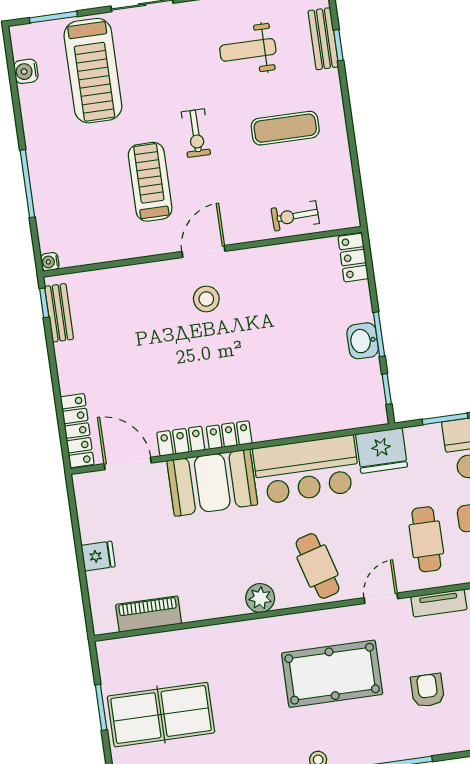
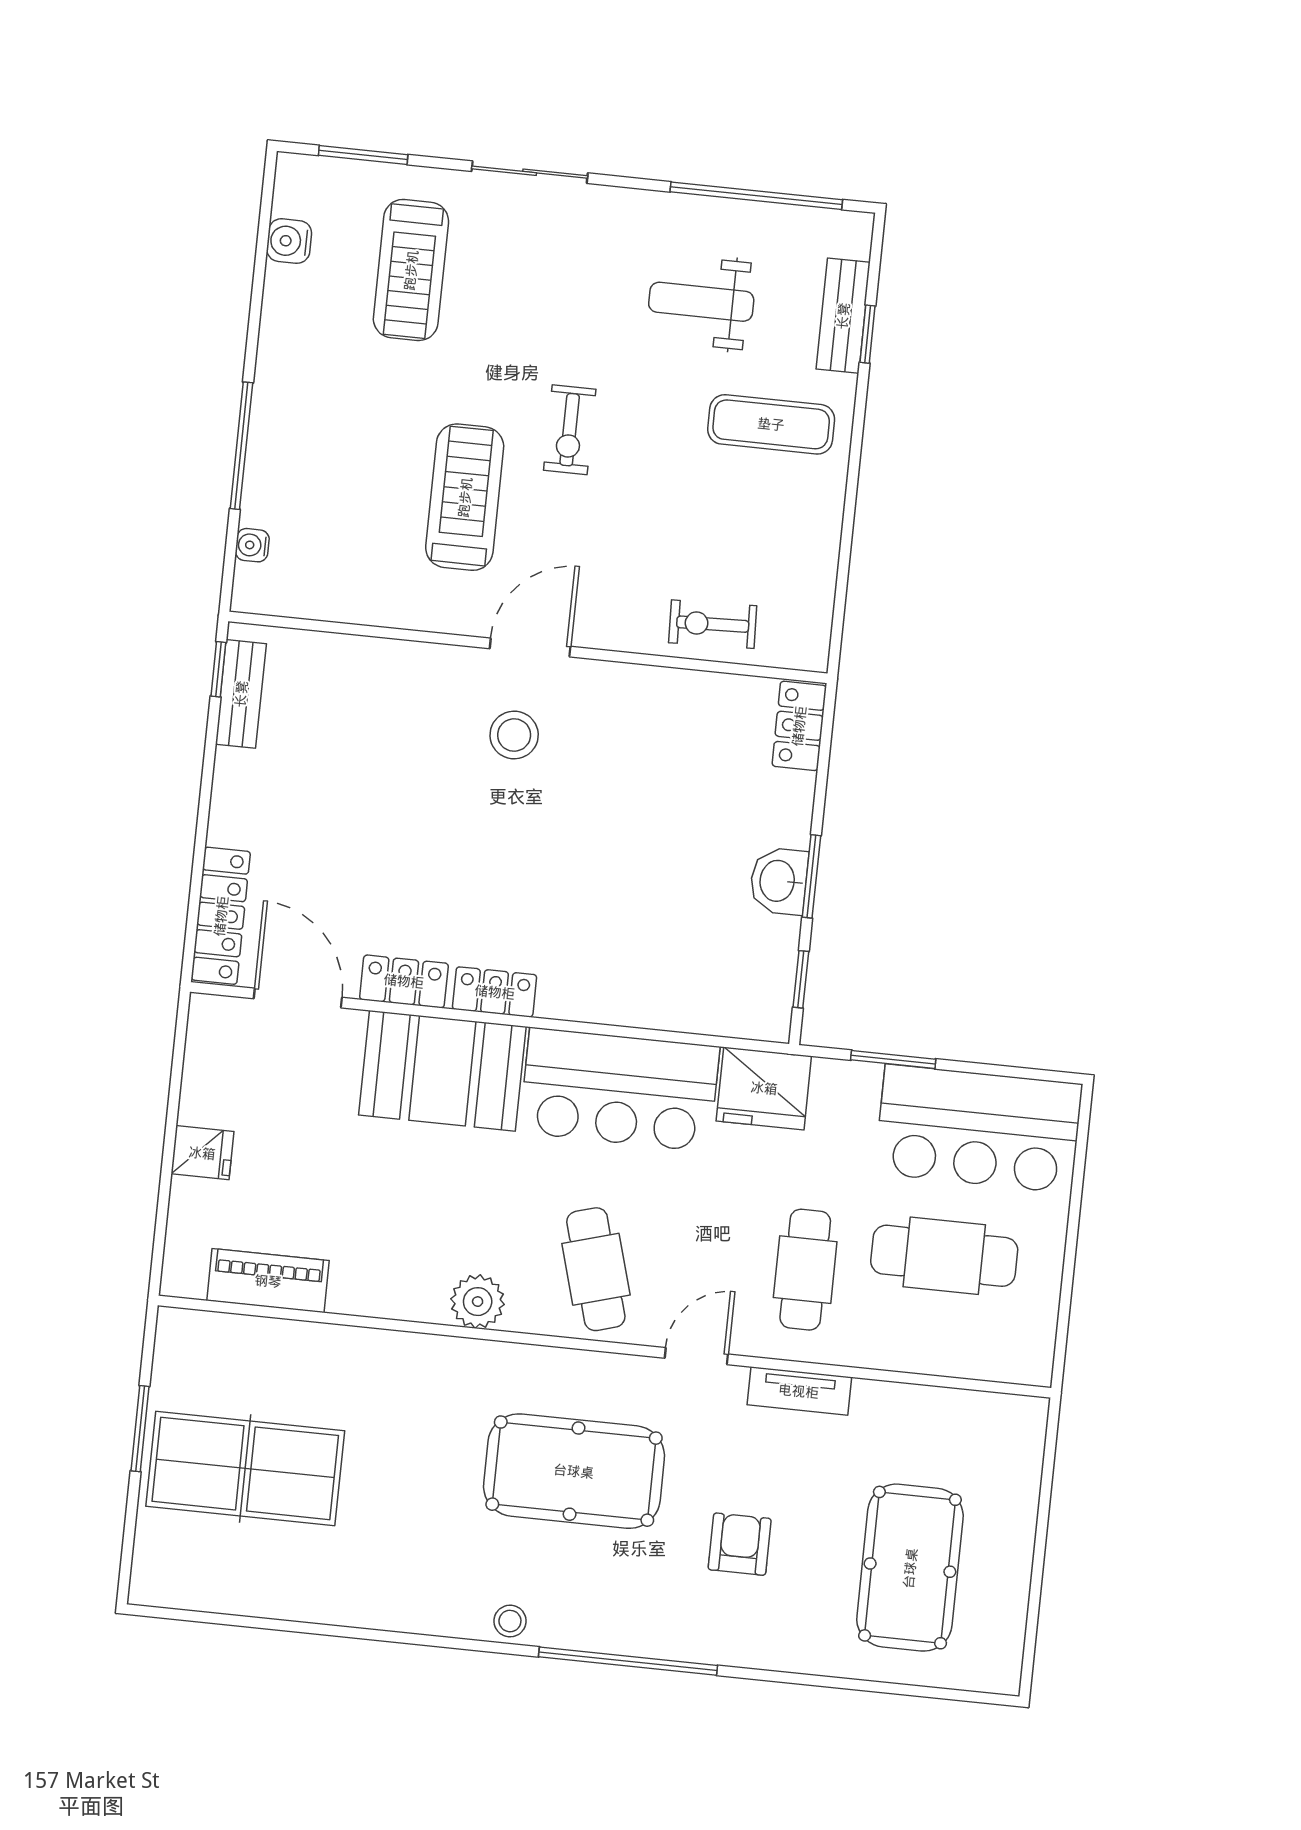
treadmill: (93, 71) -> (411, 270), width x0.73, depth x0.73
exercise mat: (285, 128) -> (771, 424), moved
water cooler: (50, 262) -> (252, 545), moved

